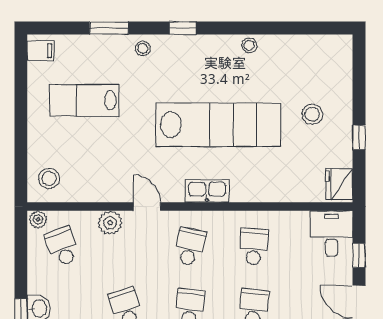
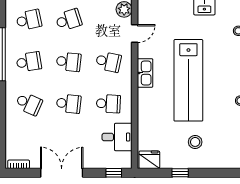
desk: (332, 234) -> (117, 137), moved
window: (359, 255) -> (114, 173), moved

